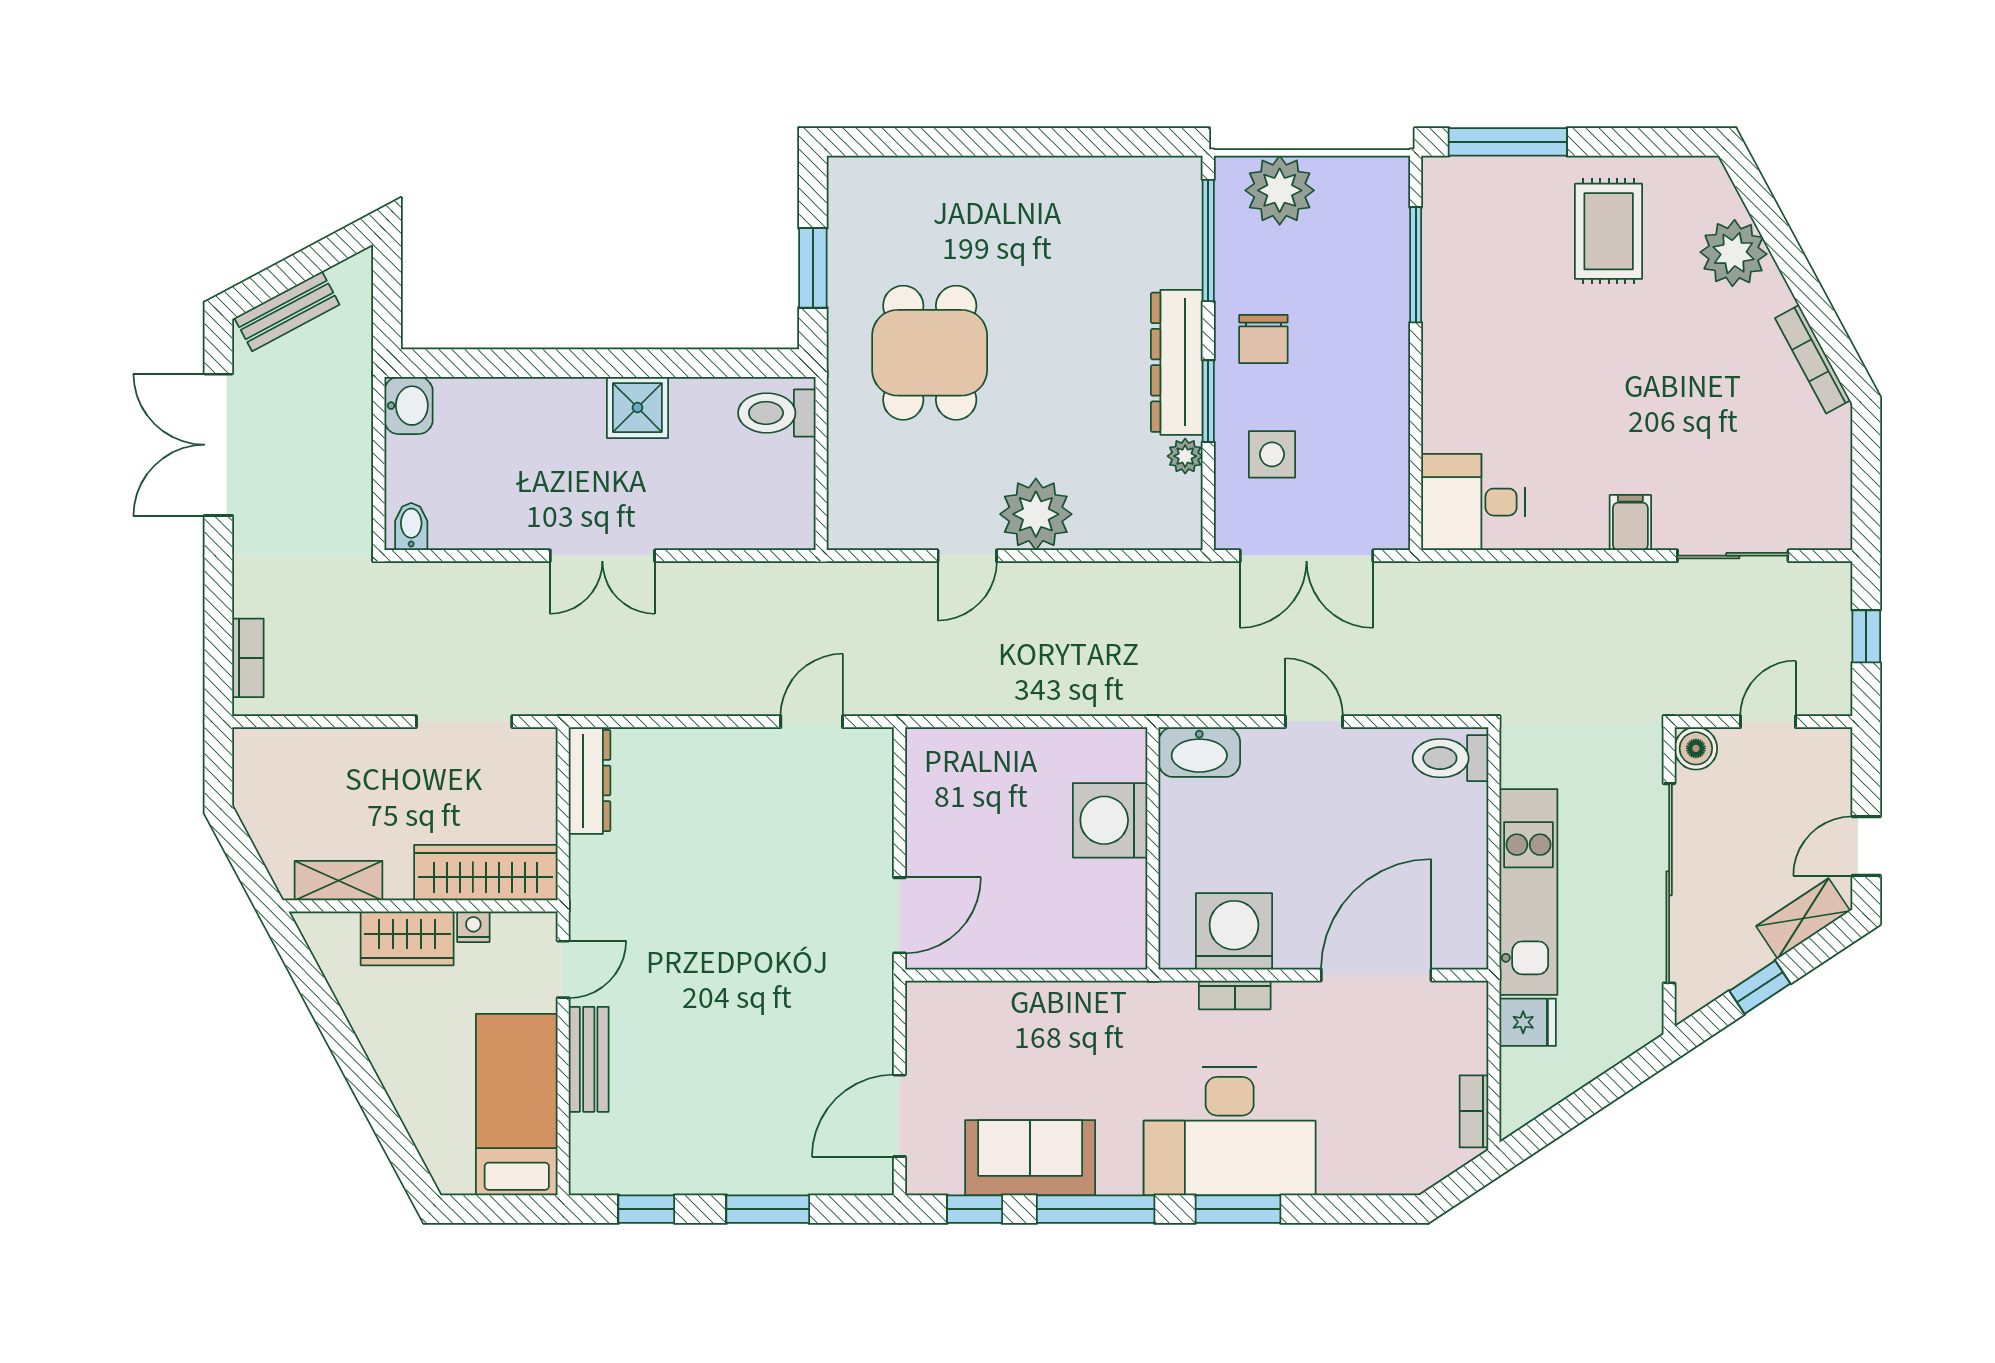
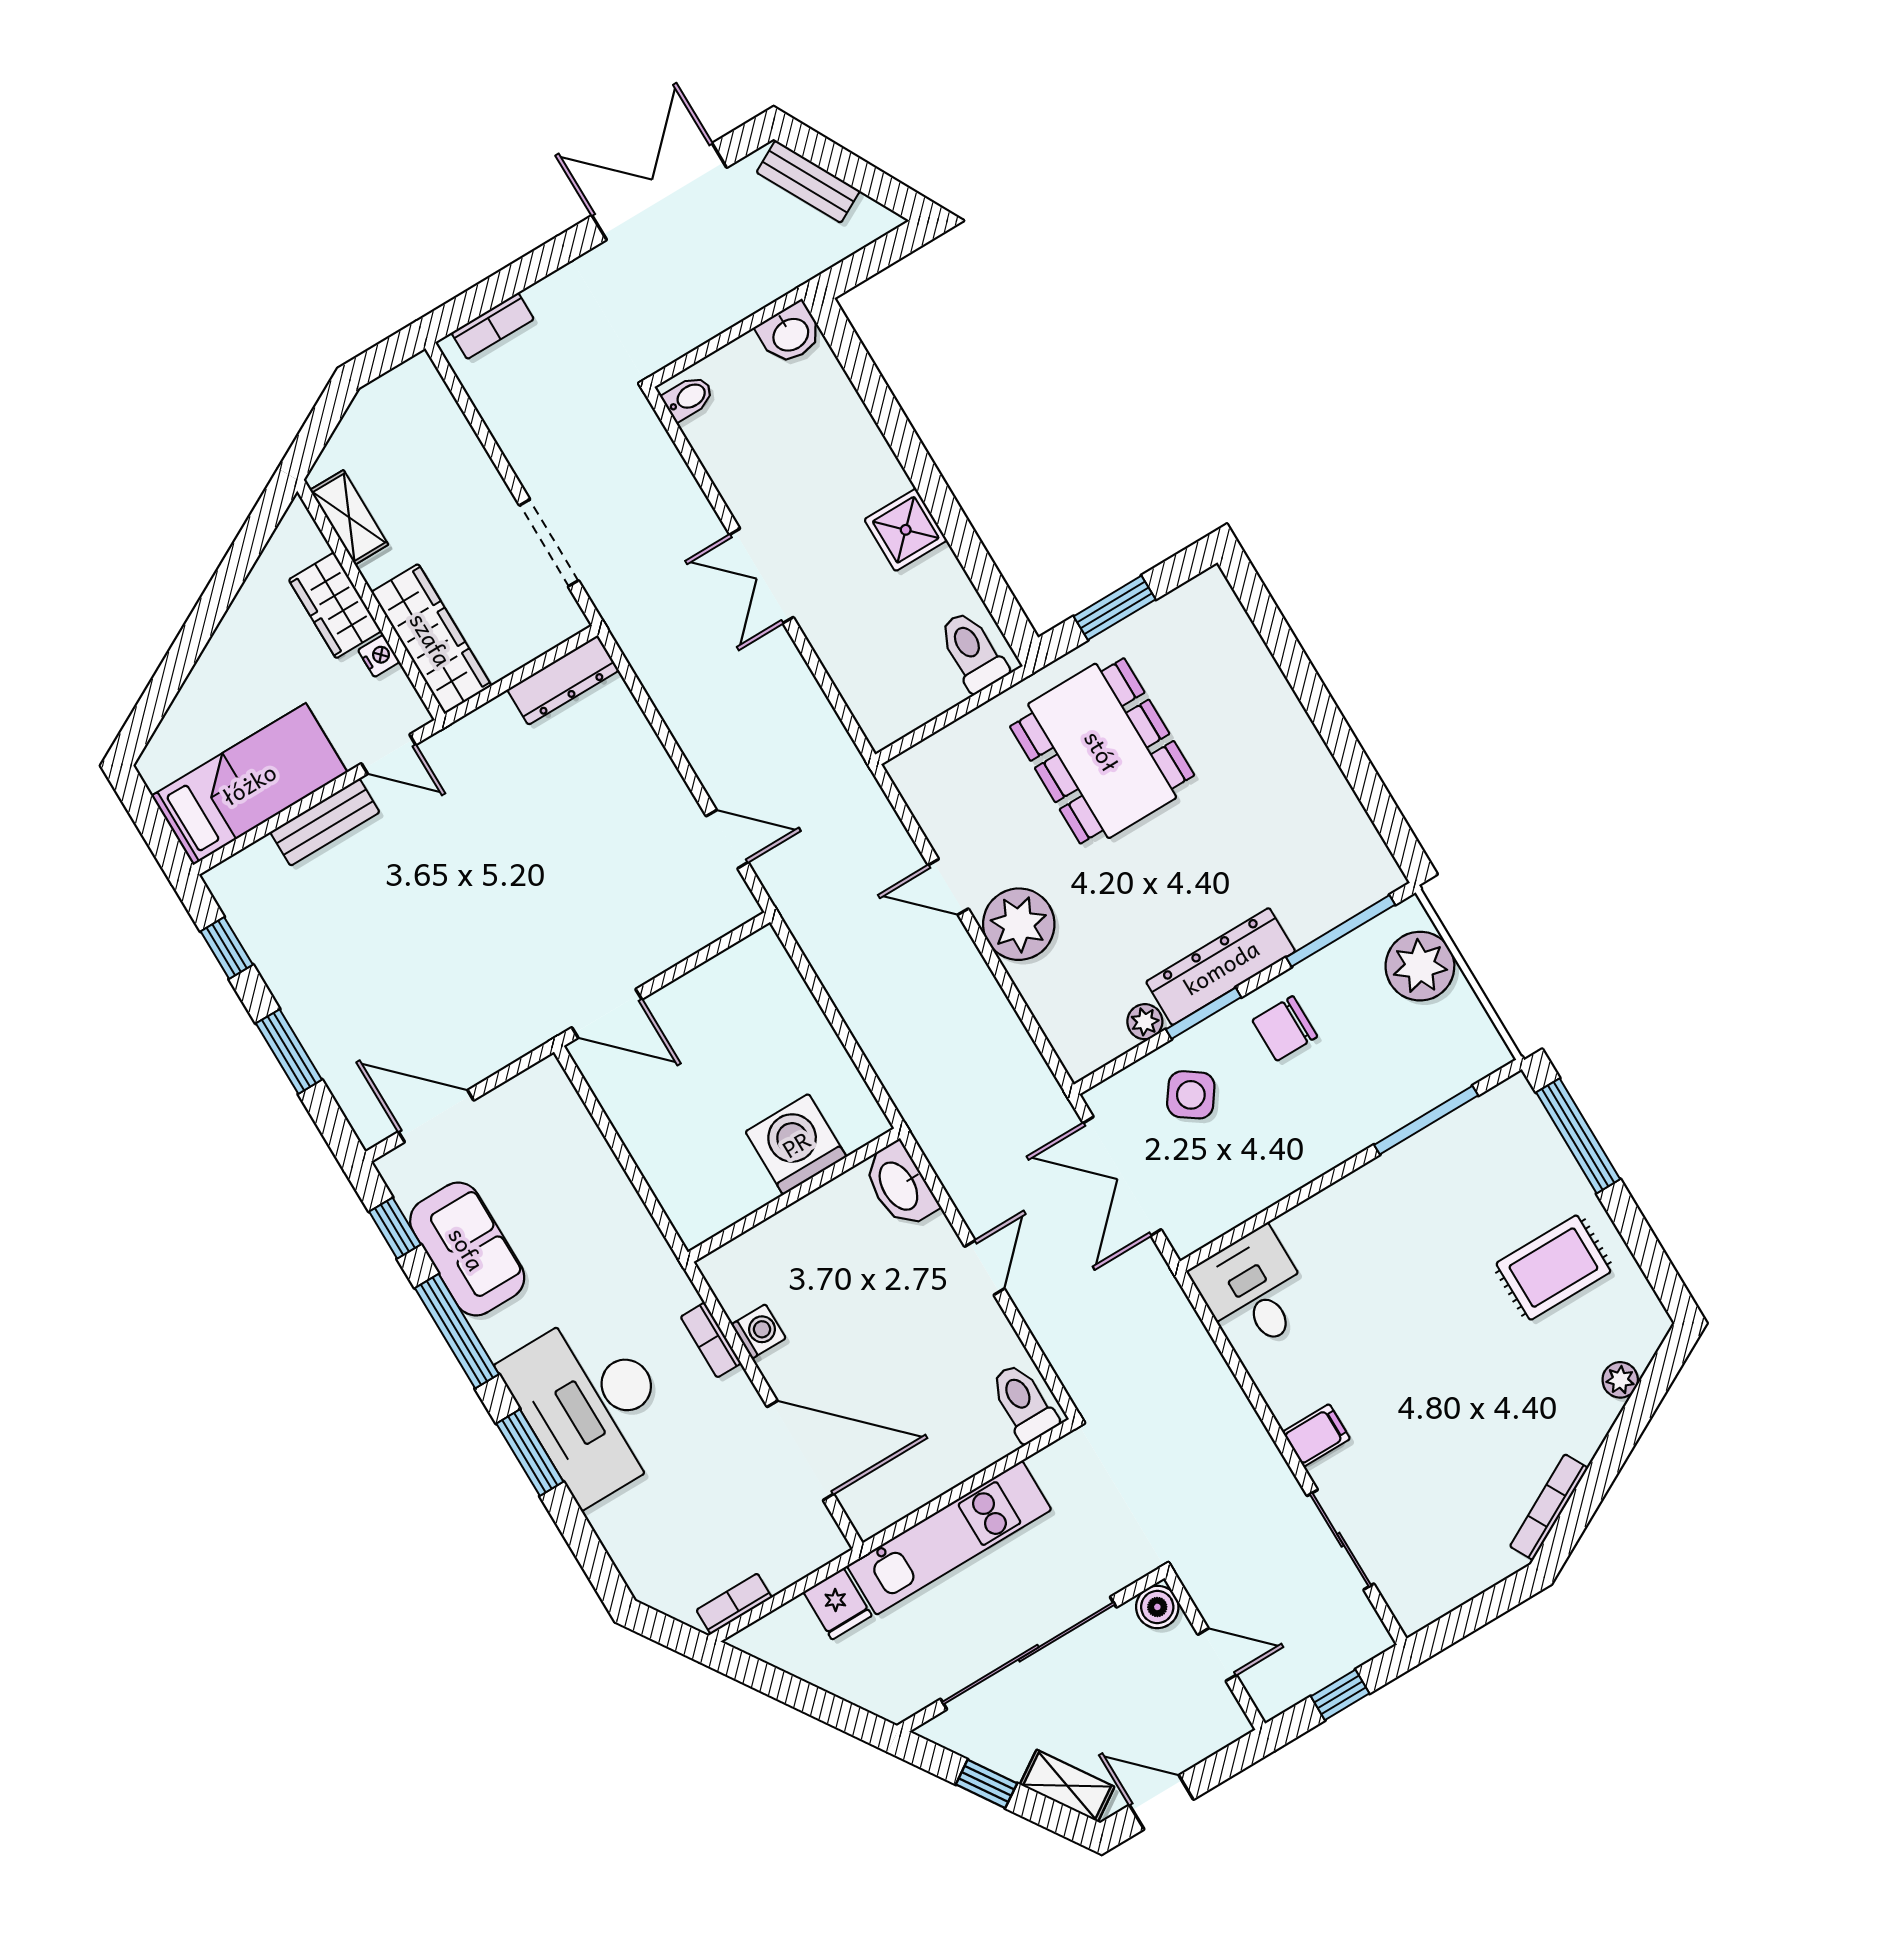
plant: (1734, 253) -> (1620, 1380), width x0.53, depth x0.53
dining table: (930, 353) -> (1102, 751), width x1.38
side table: (1272, 454) -> (1191, 1095), turned 35
washing machine: (1234, 931) -> (759, 1331), width x0.53, depth x0.53

